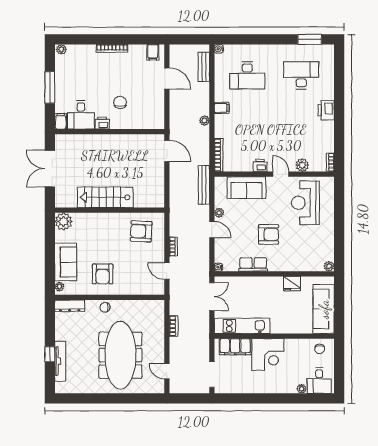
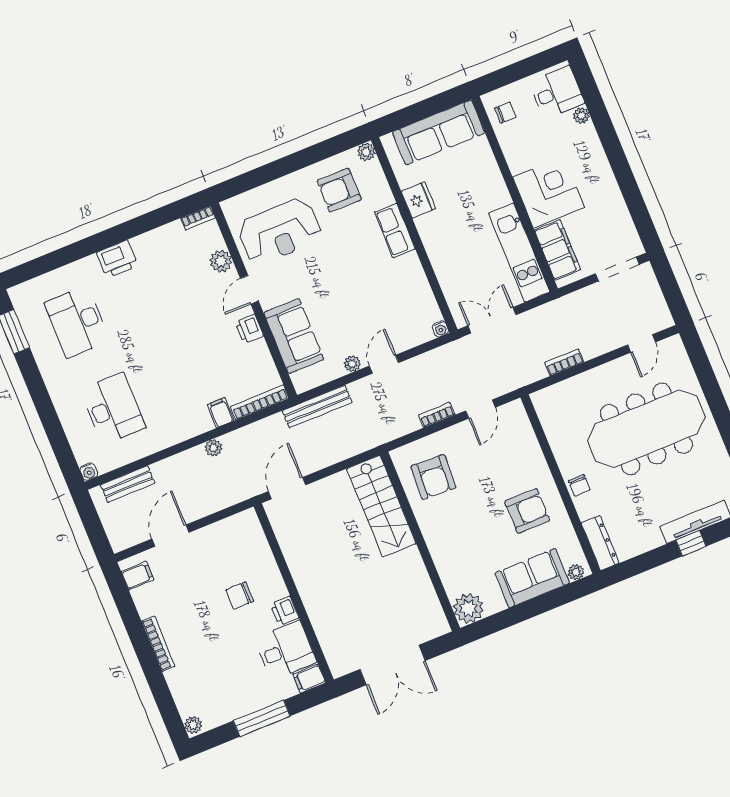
filing cabinet: (222, 108) -> (221, 413), moved
stairs: (105, 197) -> (381, 506), moved
armchair: (268, 234) -> (339, 190), moved, turned -90
row of seats: (253, 264) -> (395, 231), moved

